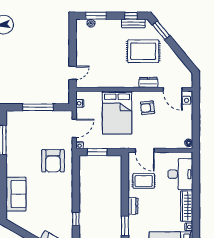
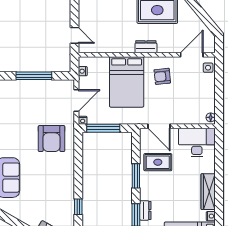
door: (73, 73) -> (74, 35), hinge flipped
dresser: (148, 82) -> (146, 47), moved
door: (173, 89) -> (192, 55), swing flipped
window: (97, 152) -> (103, 128), width x1.44
desk: (180, 174) -> (197, 143), moved, turned -90
window: (125, 193) -> (136, 176), added
dresser: (133, 206) -> (145, 210), moved

